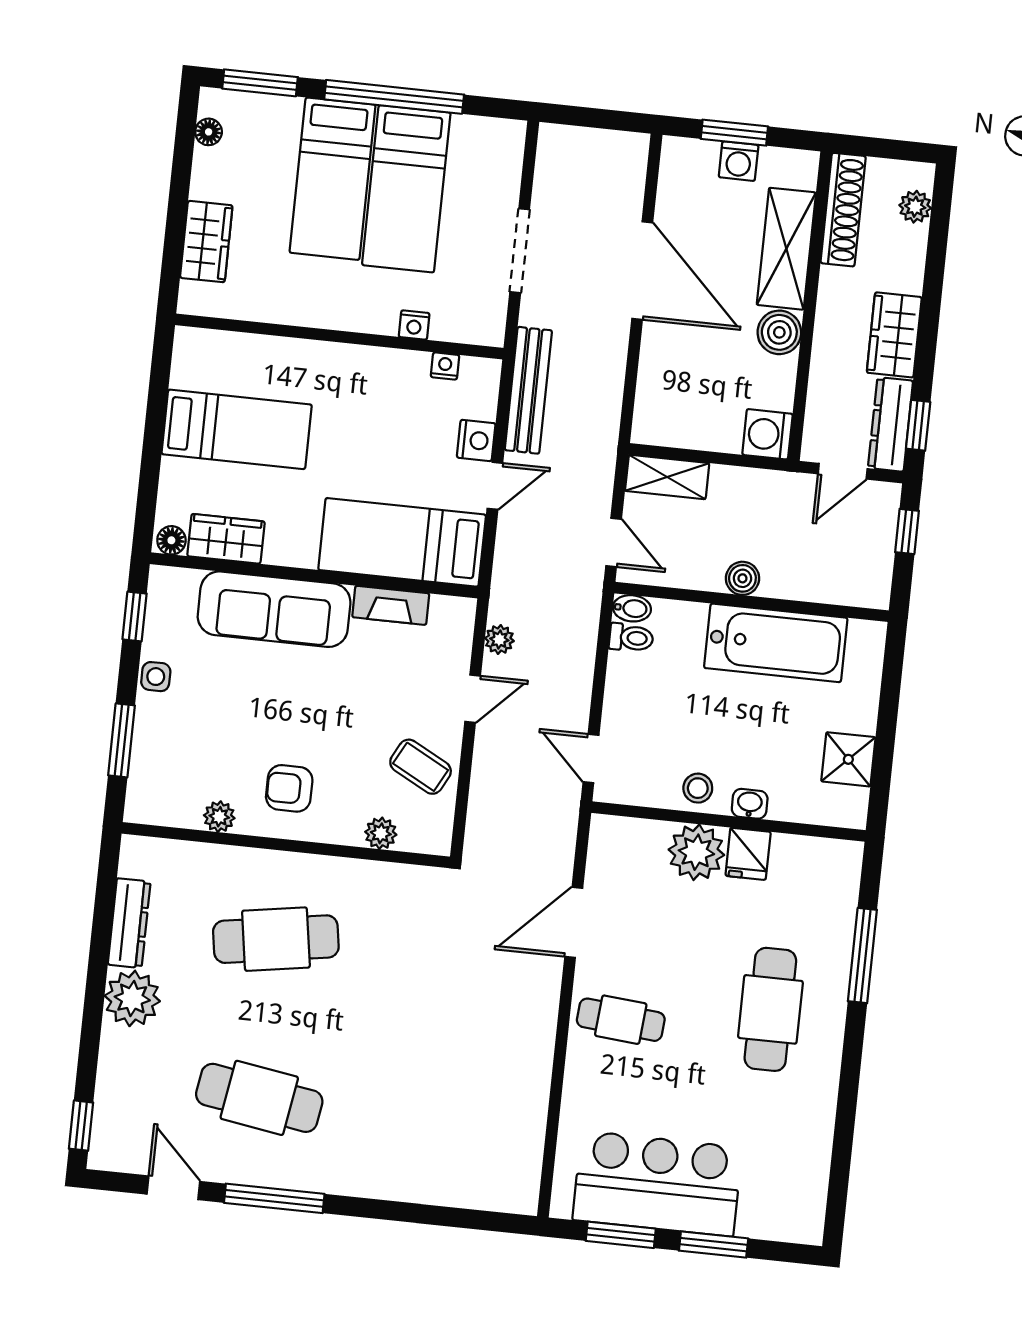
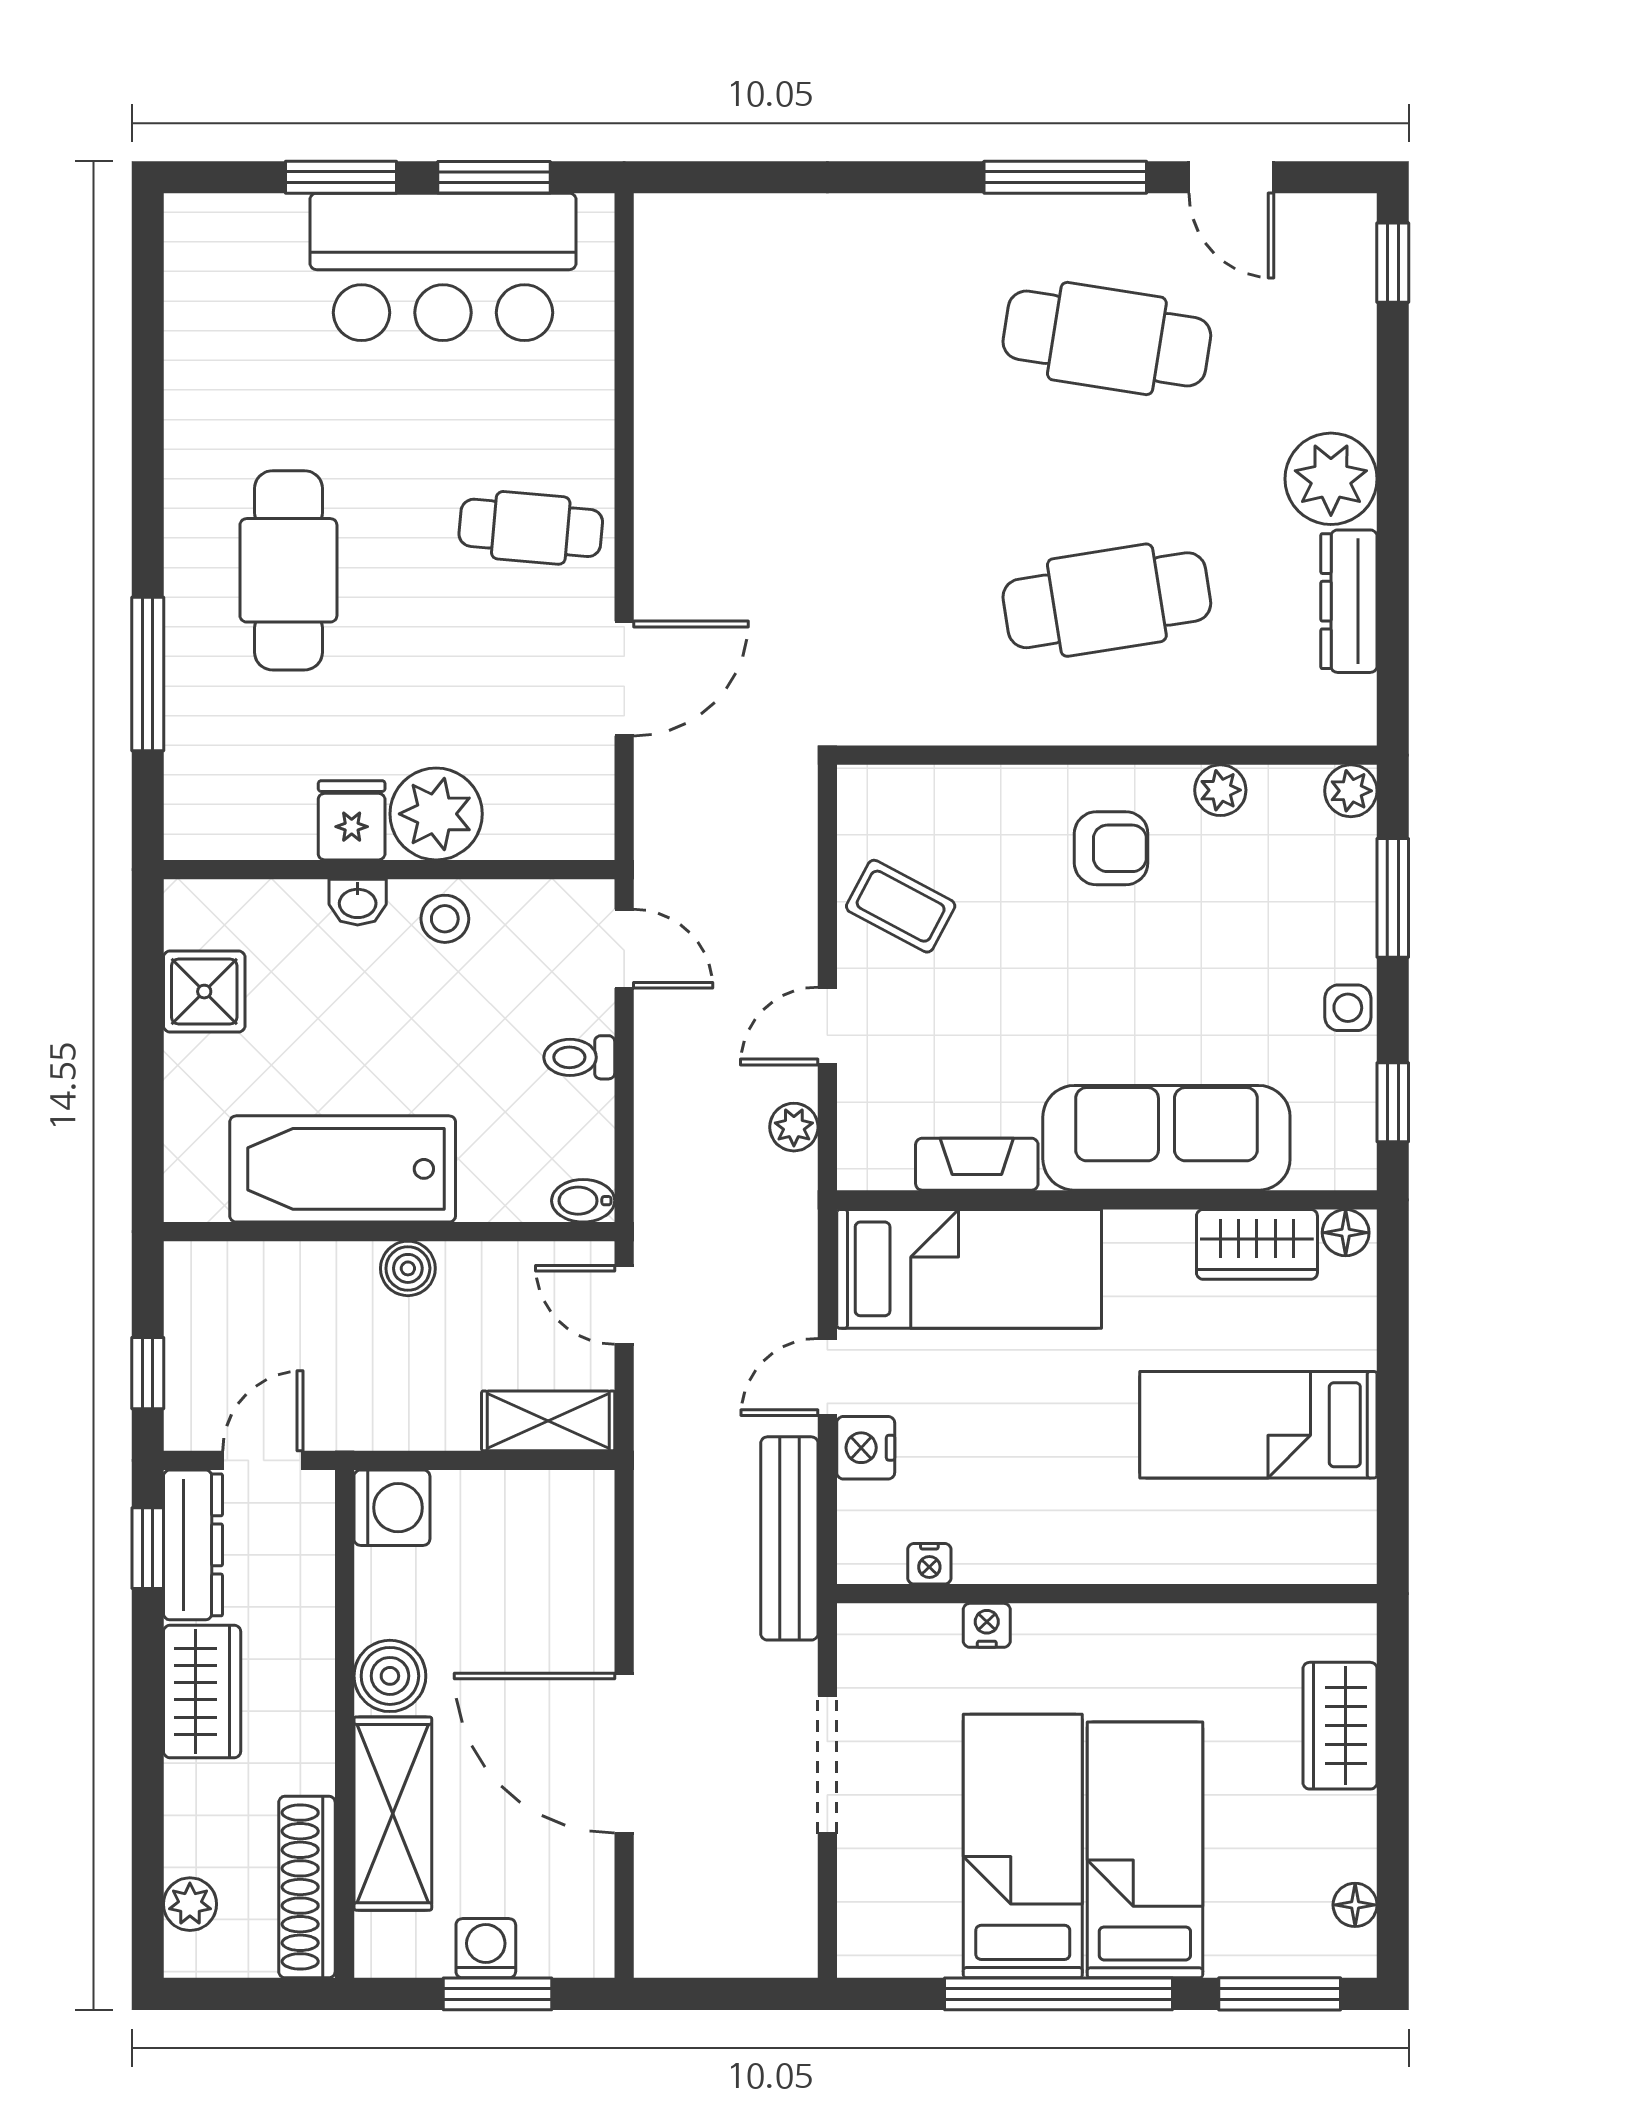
toilet: (631, 638) -> (579, 1057), moved
plant: (381, 833) -> (1351, 791), moved

